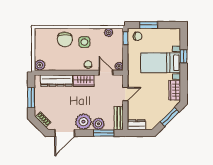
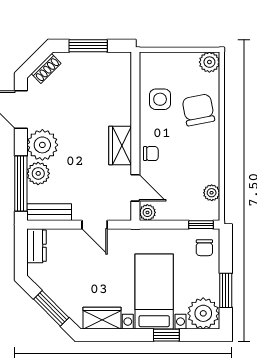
window: (149, 25) -> (226, 290), moved
plant: (172, 37) -> (203, 313), added
chair: (65, 39) -> (198, 110), turned 79
side table: (84, 42) -> (160, 99), moved
plant: (40, 65) -> (209, 62), moved
door: (106, 73) -> (135, 188), hinge flipped
dresser: (56, 81) -> (120, 94), removed
window: (104, 133) -> (21, 184), width x1.44

